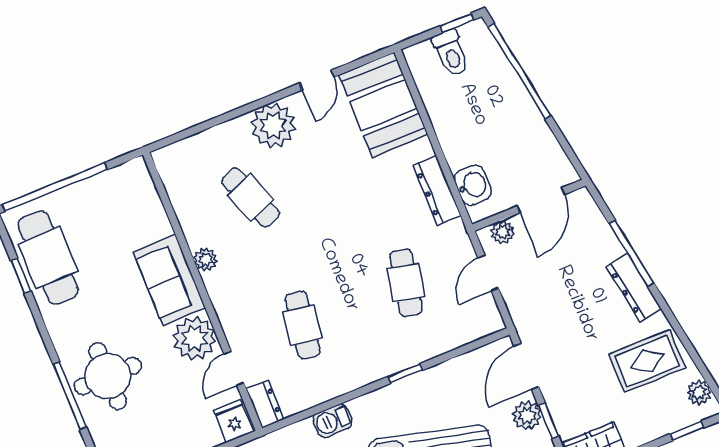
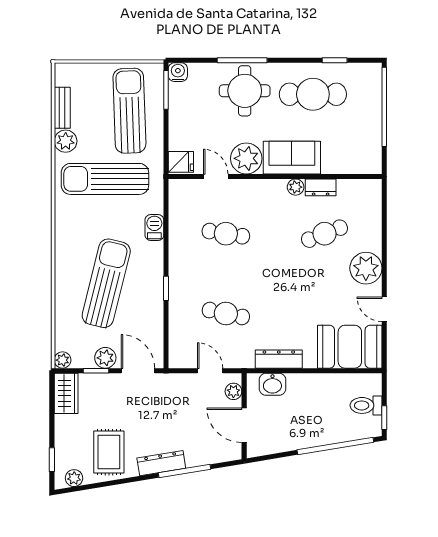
cafe table: (48, 257) -> (313, 94), moved
dresser: (265, 404) -> (321, 187), moved

